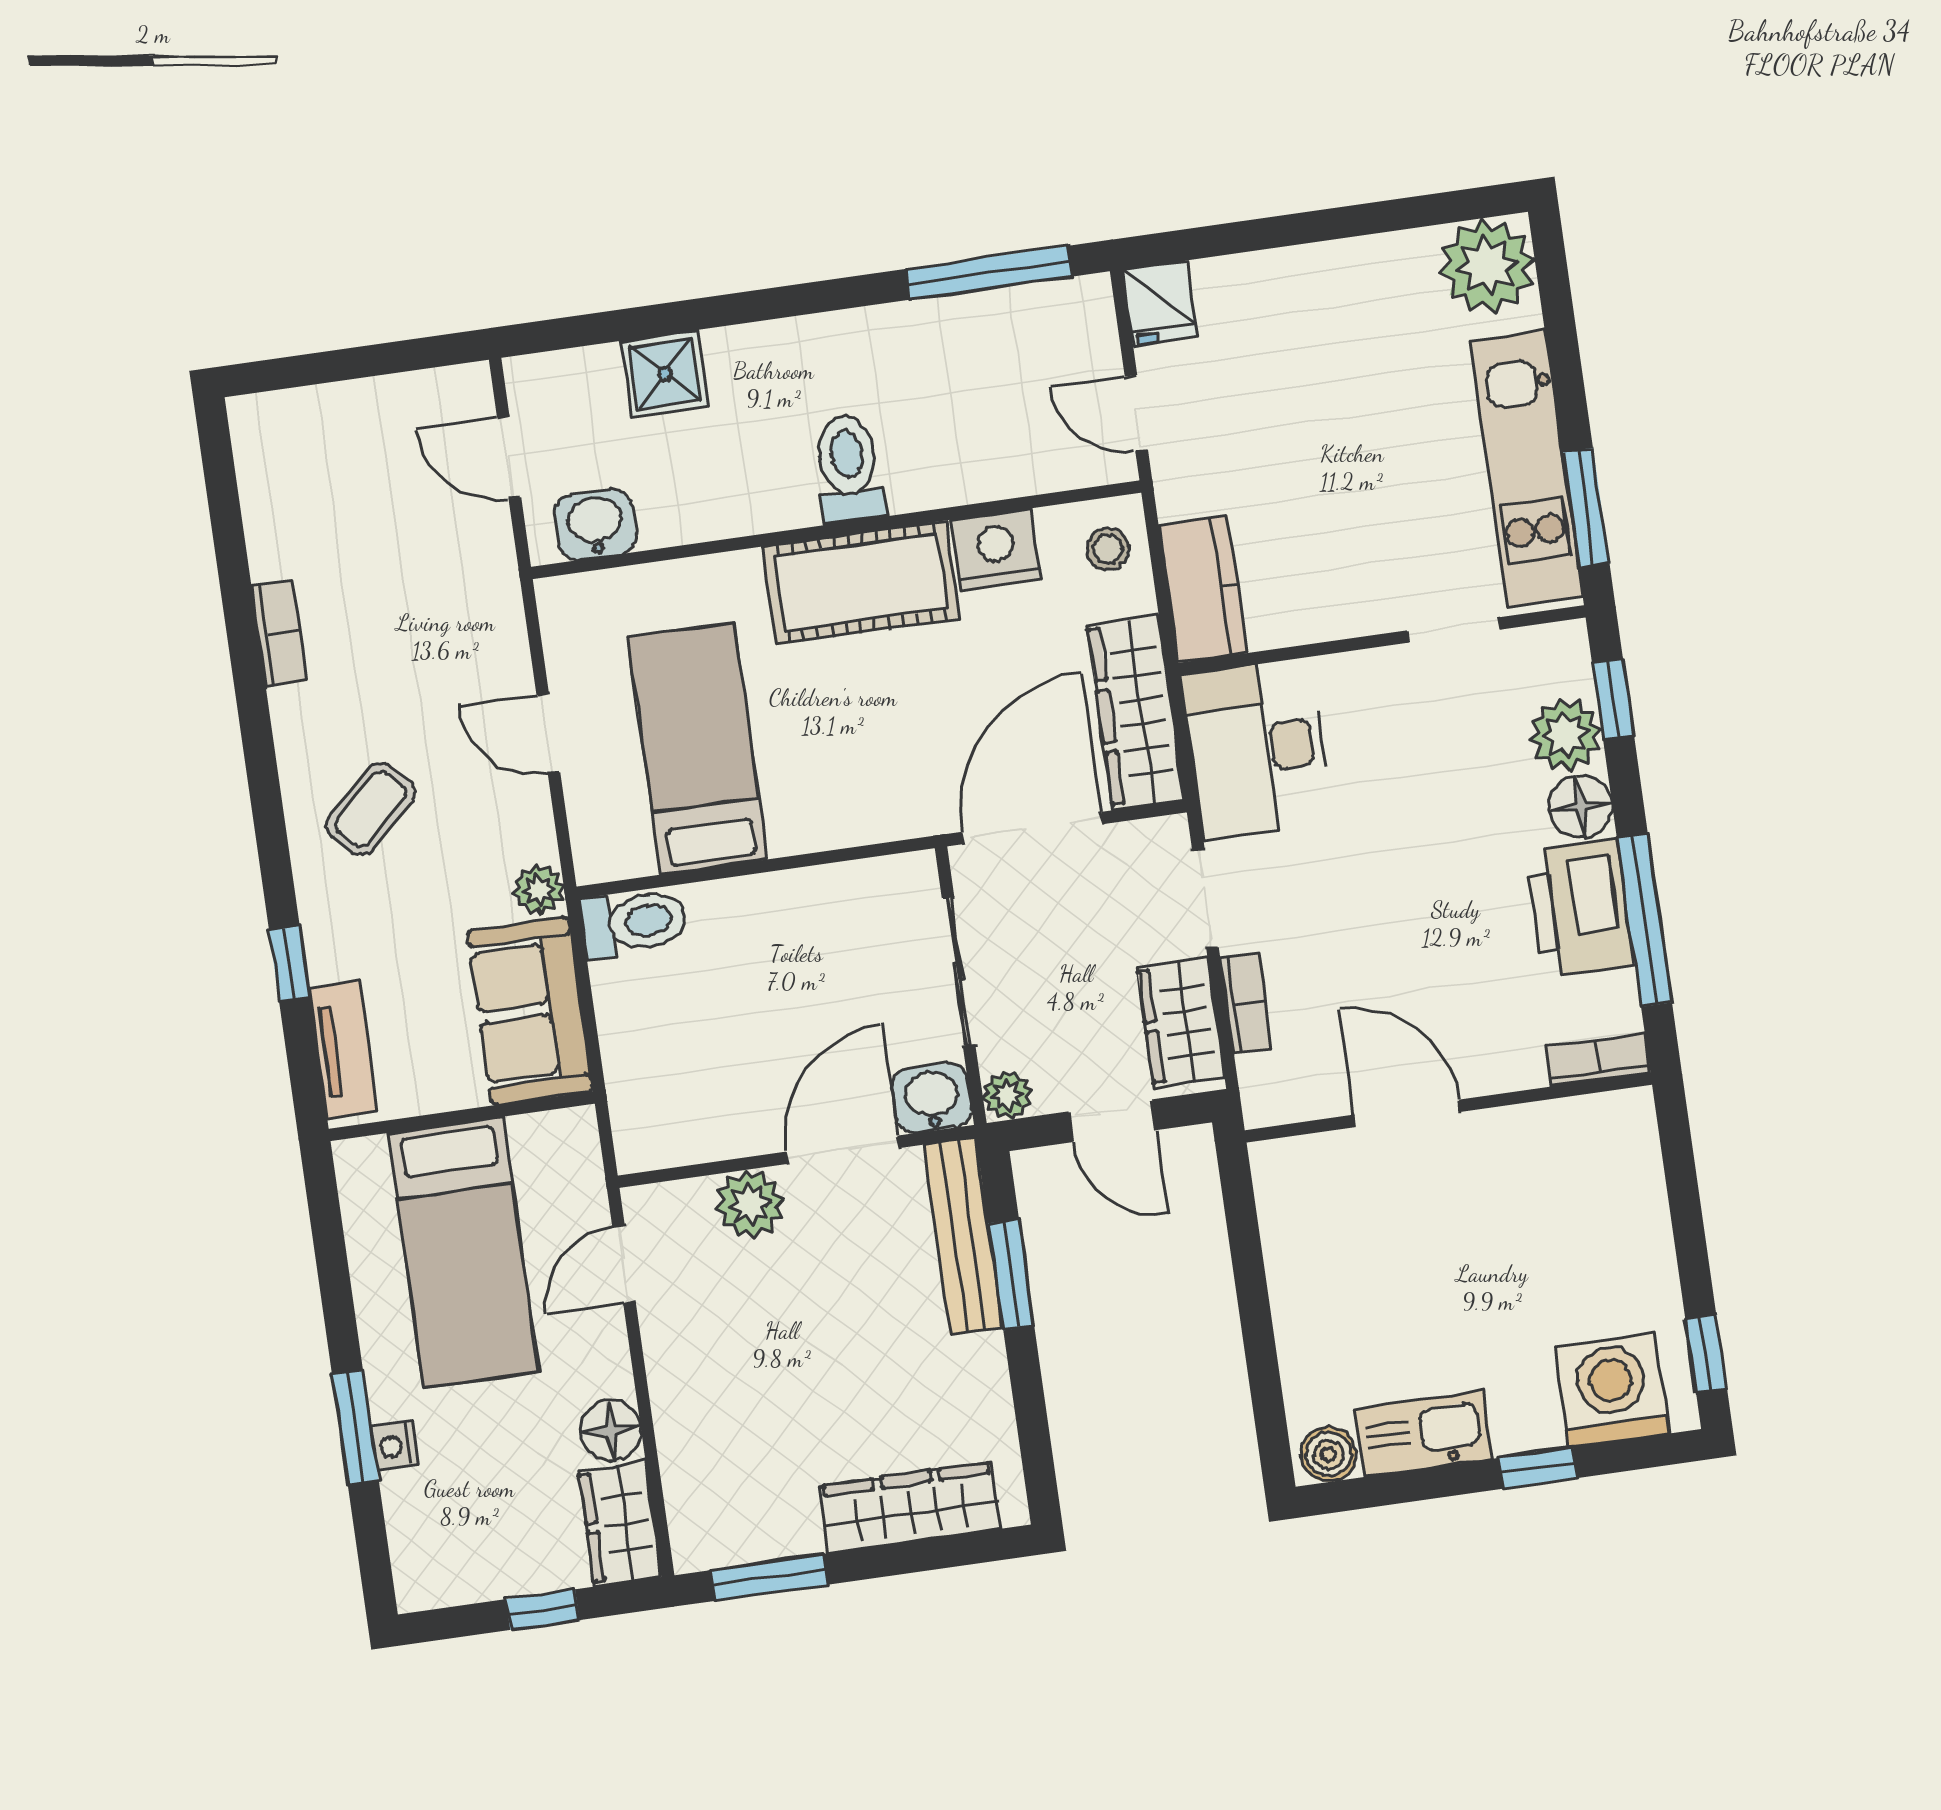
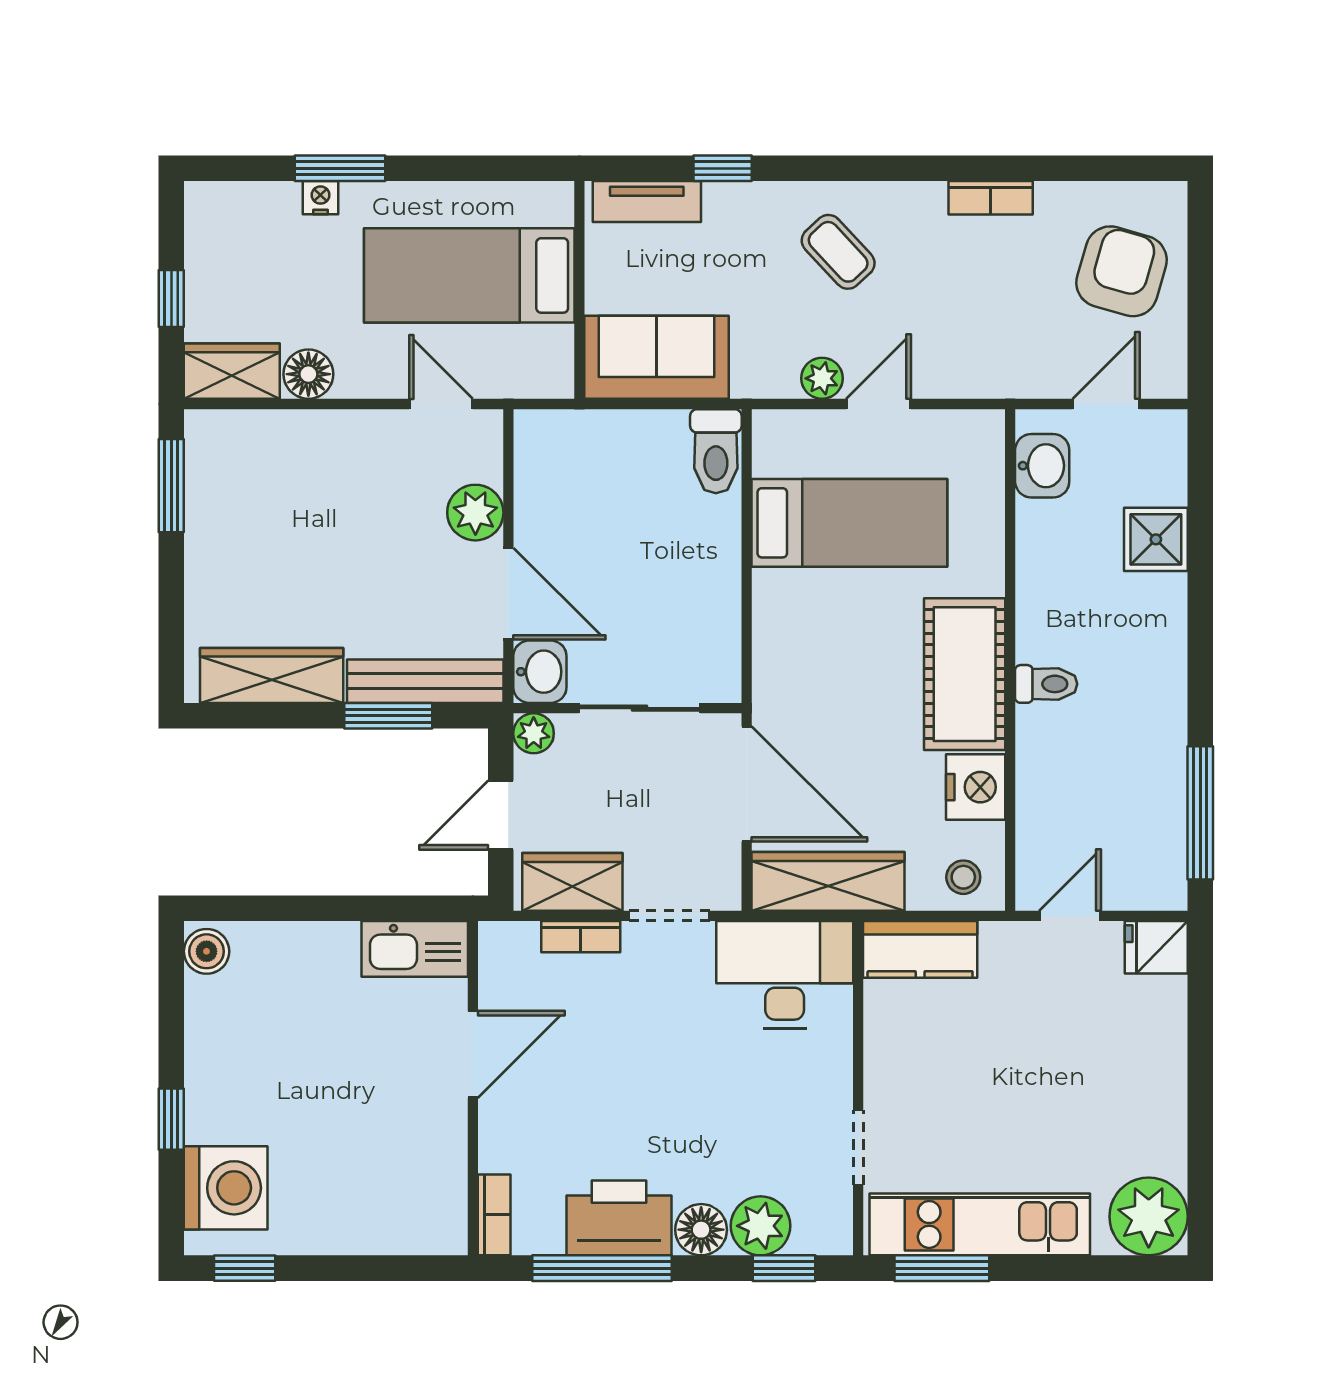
armchair: (346, 462) -> (1122, 271), added
toilet: (849, 469) -> (1046, 684), width x0.73, depth x0.72
plant: (539, 890) -> (822, 378), moved
kitchen sink: (1424, 1434) -> (415, 949), moved, turned 90
wardrobe: (910, 1507) -> (272, 675), moved, turned -90

